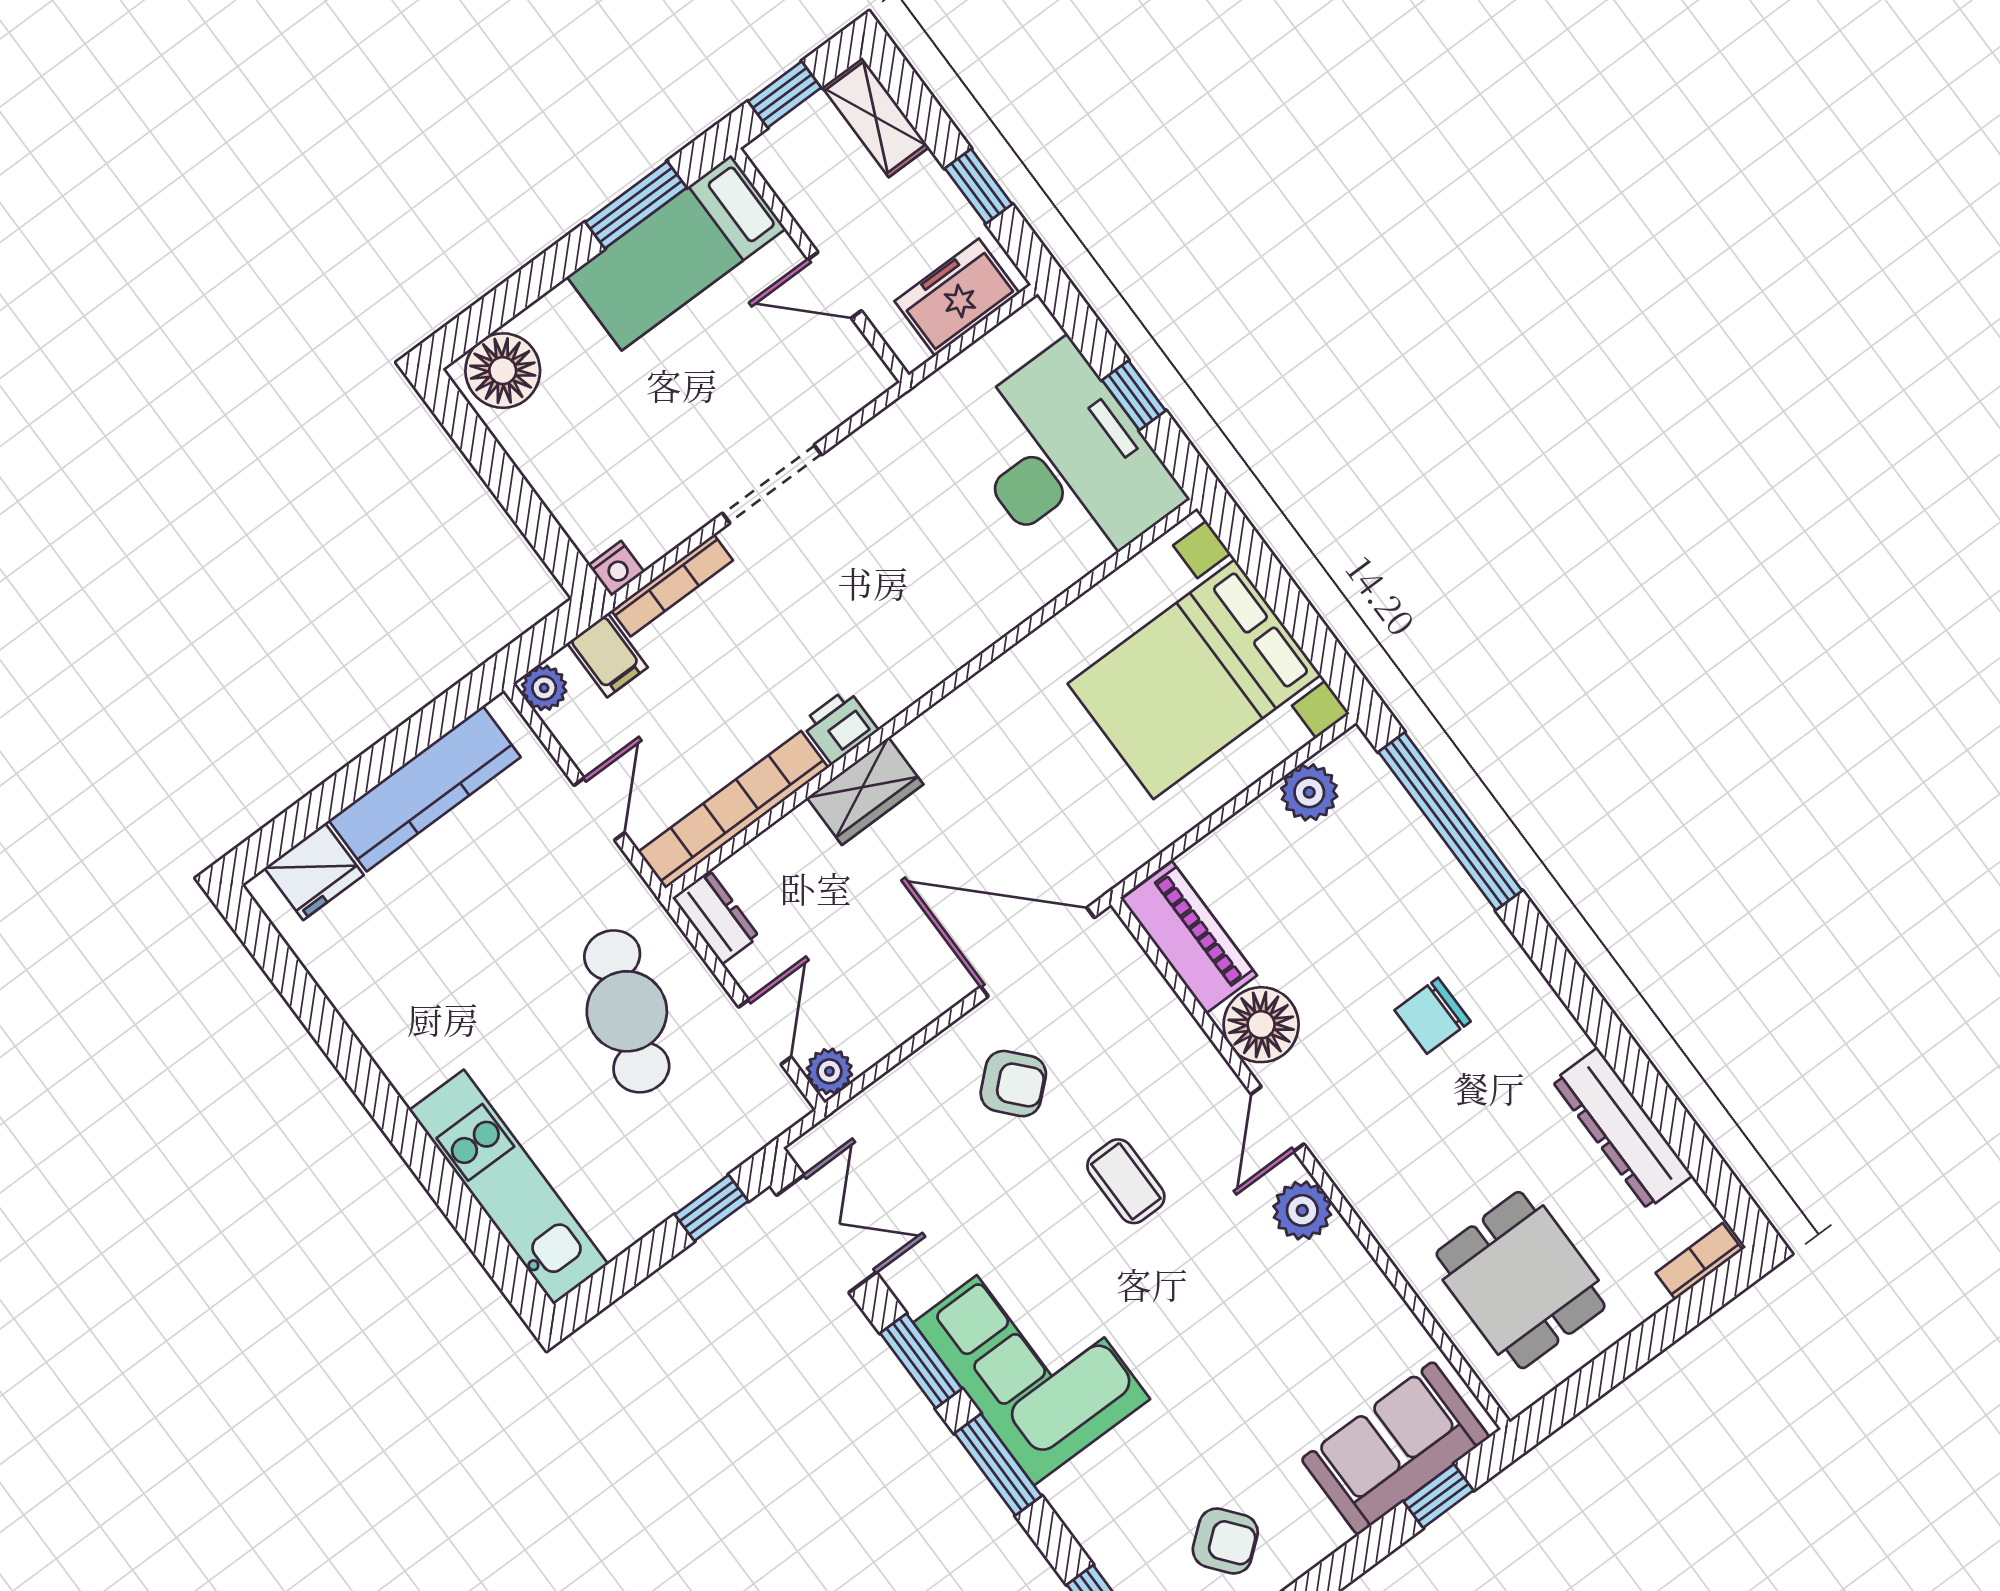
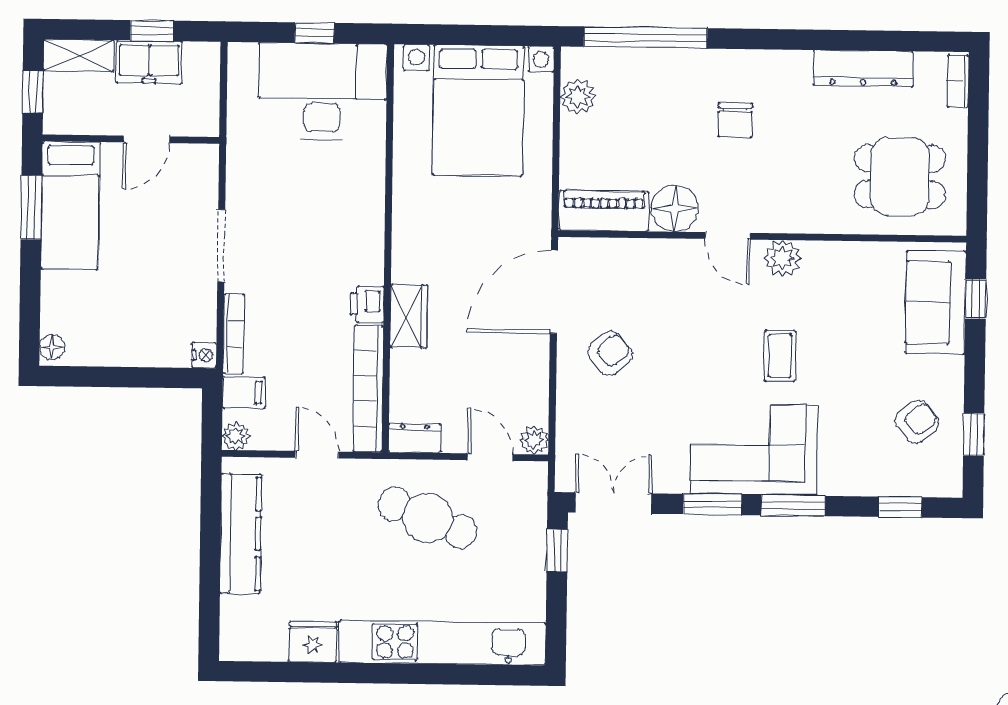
freezer: (957, 297) -> (149, 62), moved, turned -90
floor lamp: (503, 371) -> (52, 347), width x0.53, depth x0.53
fridge: (314, 872) -> (313, 642), moved, turned -90
coffee table: (1126, 1181) -> (780, 356), moved, turned 90
kitchen unit: (509, 1187) -> (442, 643), width x1.36

